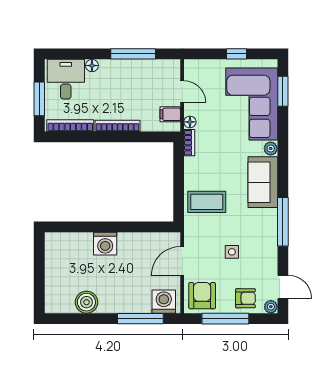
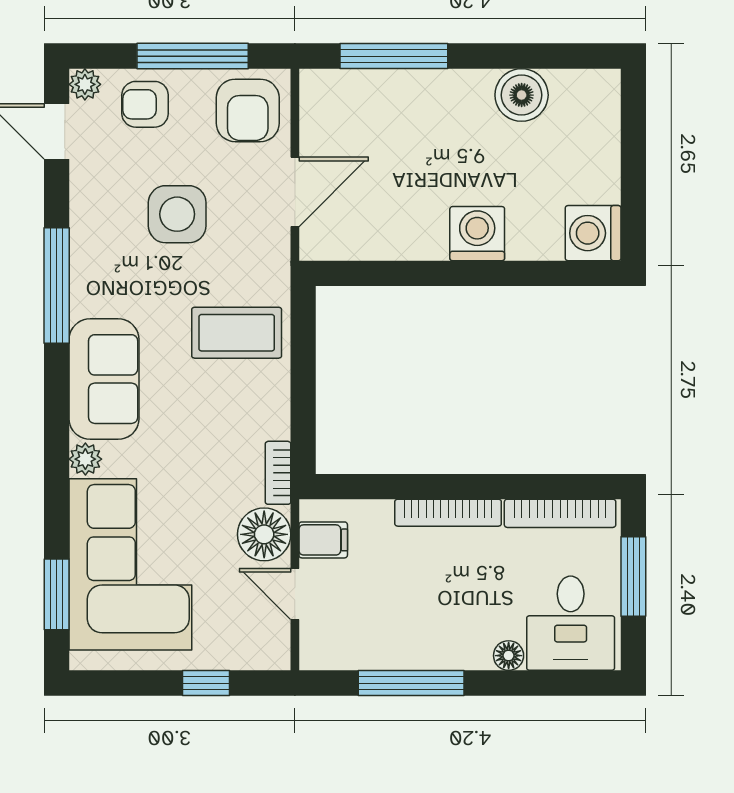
window: (236, 54) -> (206, 683), moved
floor lamp: (190, 122) -> (264, 534), width x1.89, depth x1.89
side table: (232, 252) -> (177, 214), width x1.87, depth x1.87
washing machine: (164, 302) -> (593, 233), moved, turned 90

